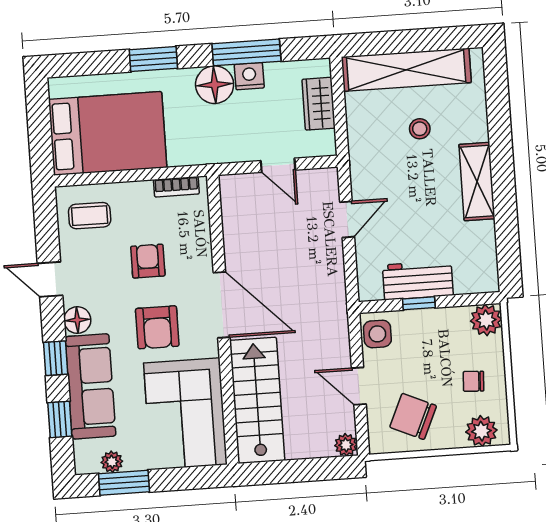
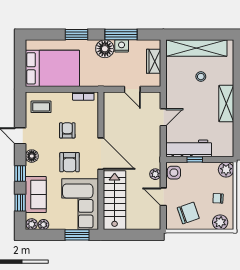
workbench: (418, 280) -> (189, 148), width x1.38
sofa: (90, 386) -> (36, 195), width x0.73
chair: (413, 416) -> (188, 213), turned 137
plant: (346, 445) -> (155, 174), moved
plant: (87, 463) -> (32, 224), added
window: (124, 483) -> (77, 235), moved

